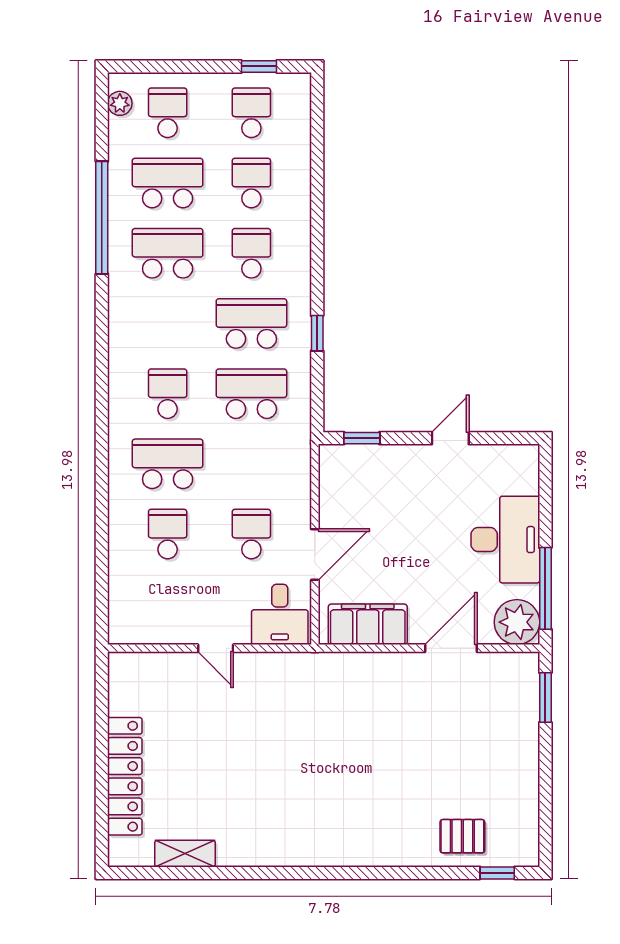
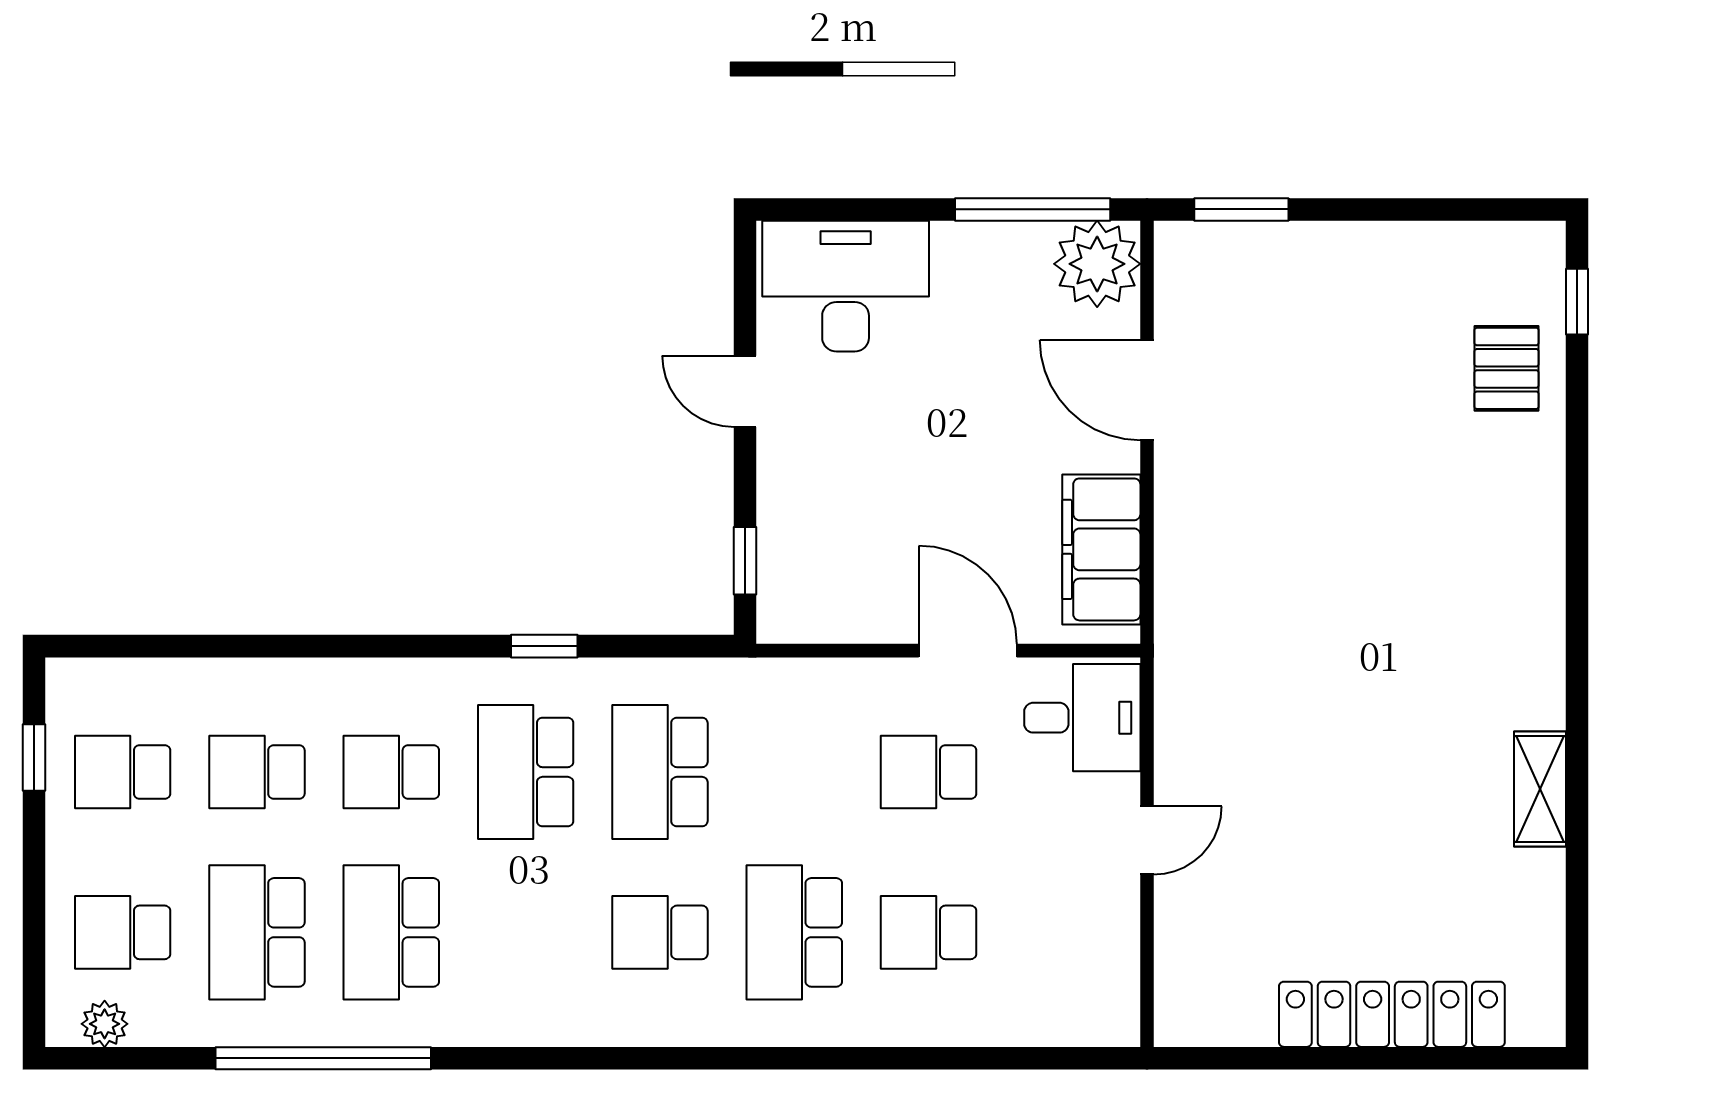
desk: (505, 540) -> (846, 286), moved
shelving: (185, 854) -> (1540, 789), moved

